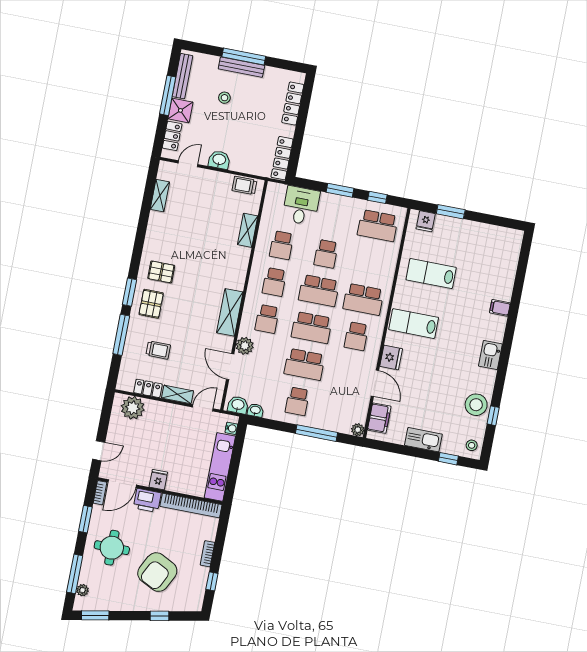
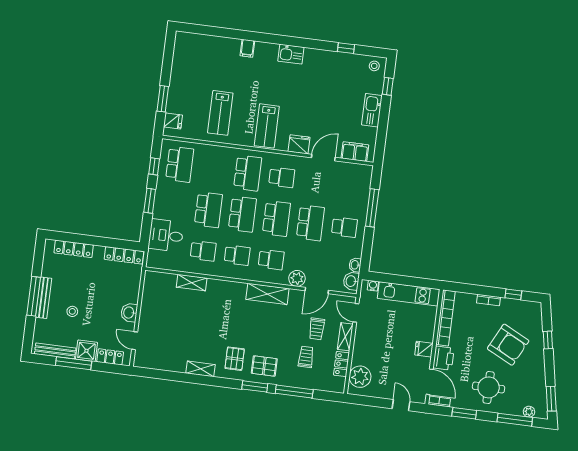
trolley: (244, 185) -> (317, 329), moved
shelving: (160, 196) -> (201, 369), moved
school desk: (326, 254) -> (208, 210), width x1.85
stool: (476, 405) -> (337, 64), removed
plant: (358, 430) -> (367, 171), removed

